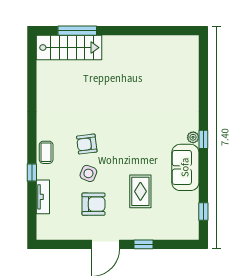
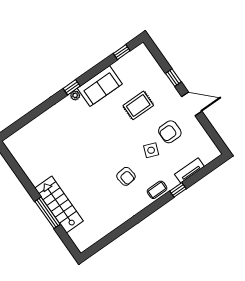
window: (77, 31) -> (47, 213), moved
stairs: (69, 48) -> (59, 204), moved
armchair: (87, 144) -> (126, 176), moved
armchair: (93, 204) -> (170, 132), turned -90

